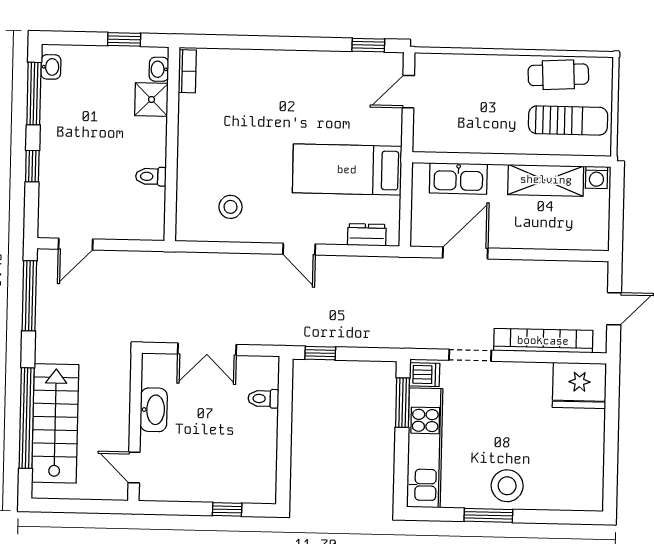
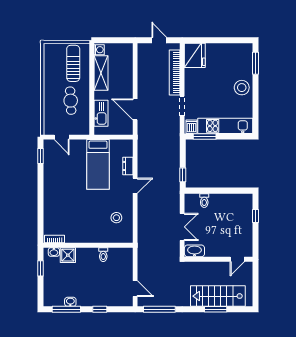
washbasin: (51, 67) -> (70, 302), moved
cafe table: (558, 75) -> (71, 101), moved
dresser: (367, 235) -> (128, 166), moved
washbasin: (154, 410) -> (194, 251), moved
window: (27, 418) -> (216, 309), width x0.47
window: (488, 515) -> (256, 63), moved

